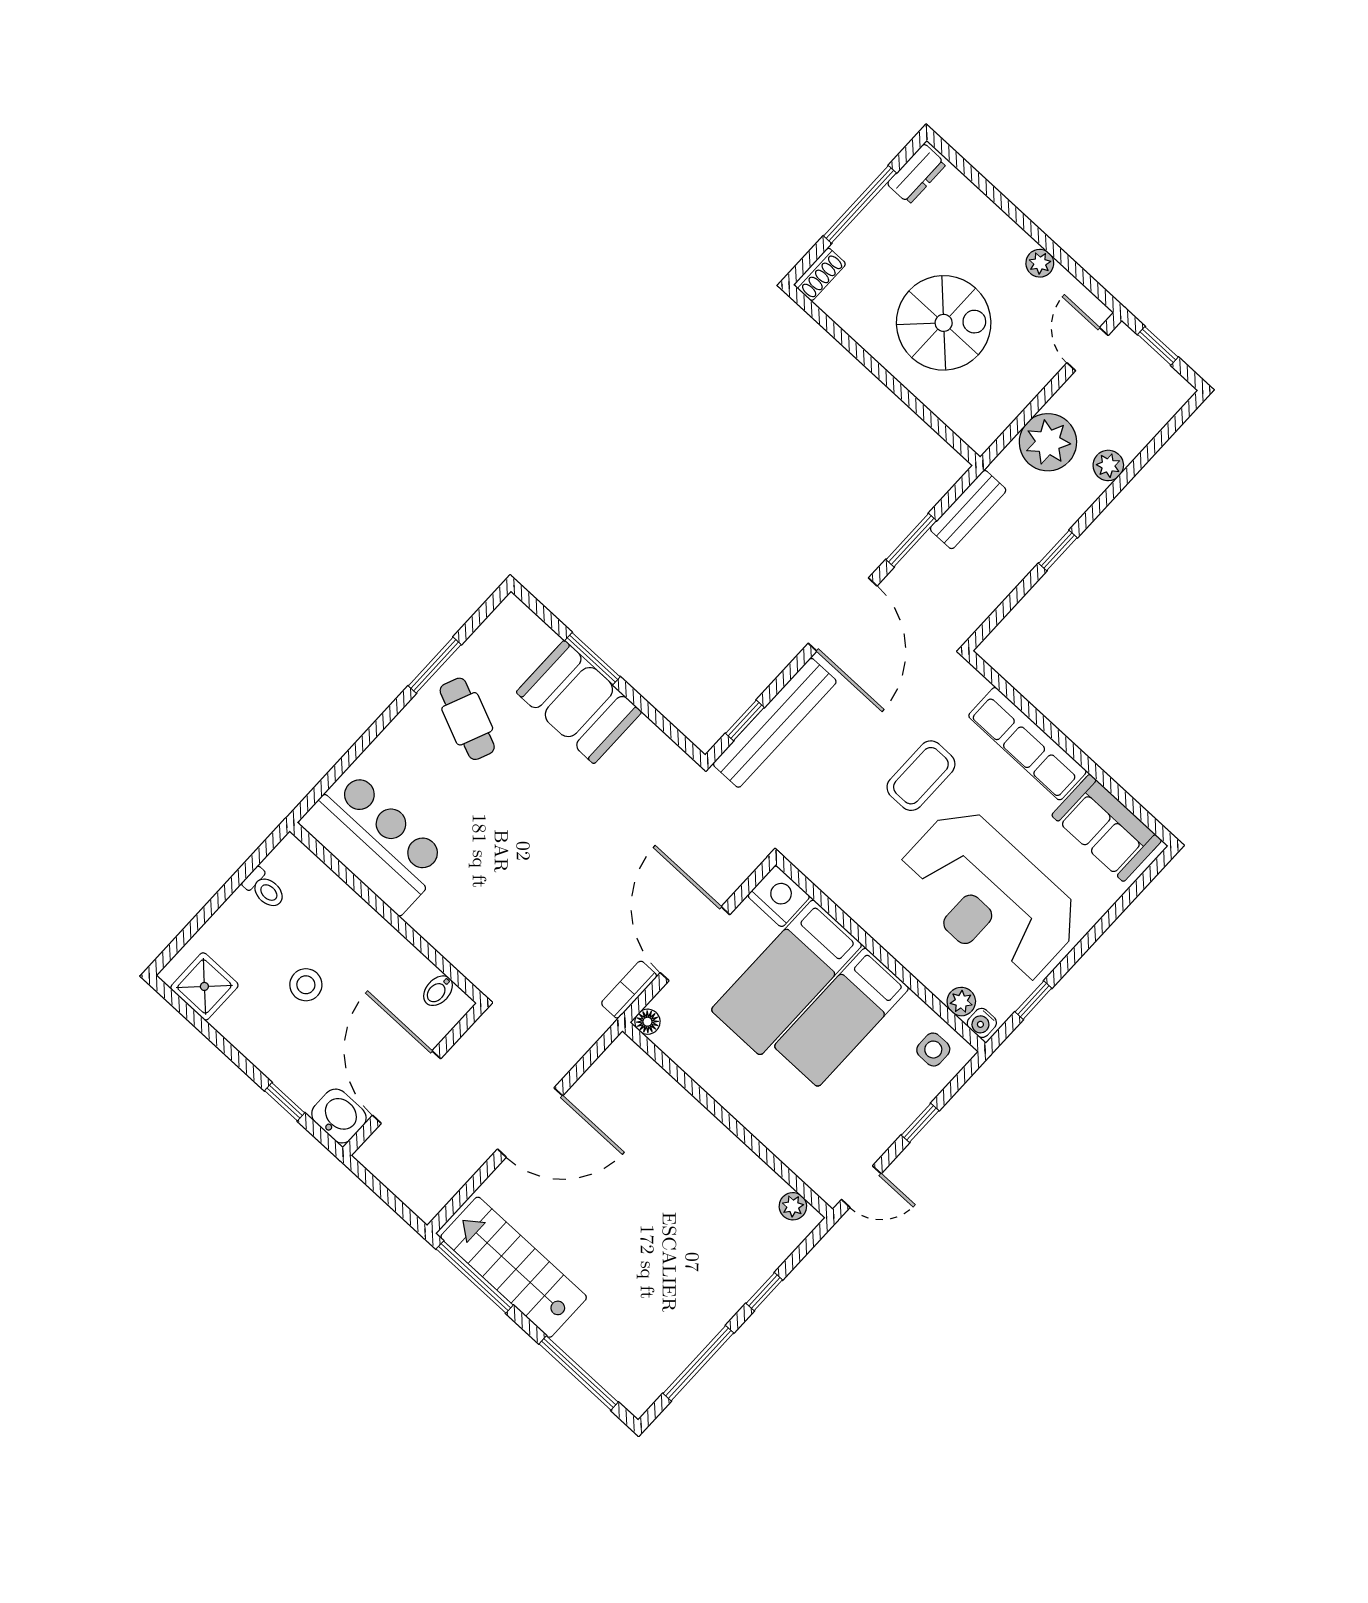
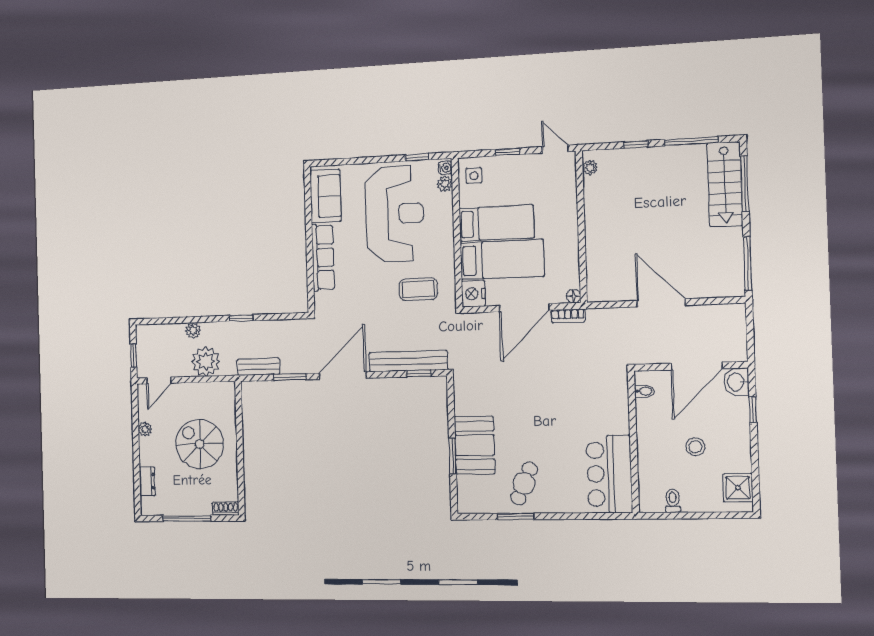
dresser: (917, 174) -> (147, 481), moved, turned 90
coffee table: (921, 776) -> (418, 289), moved
stairs: (514, 1267) -> (725, 184), moved

